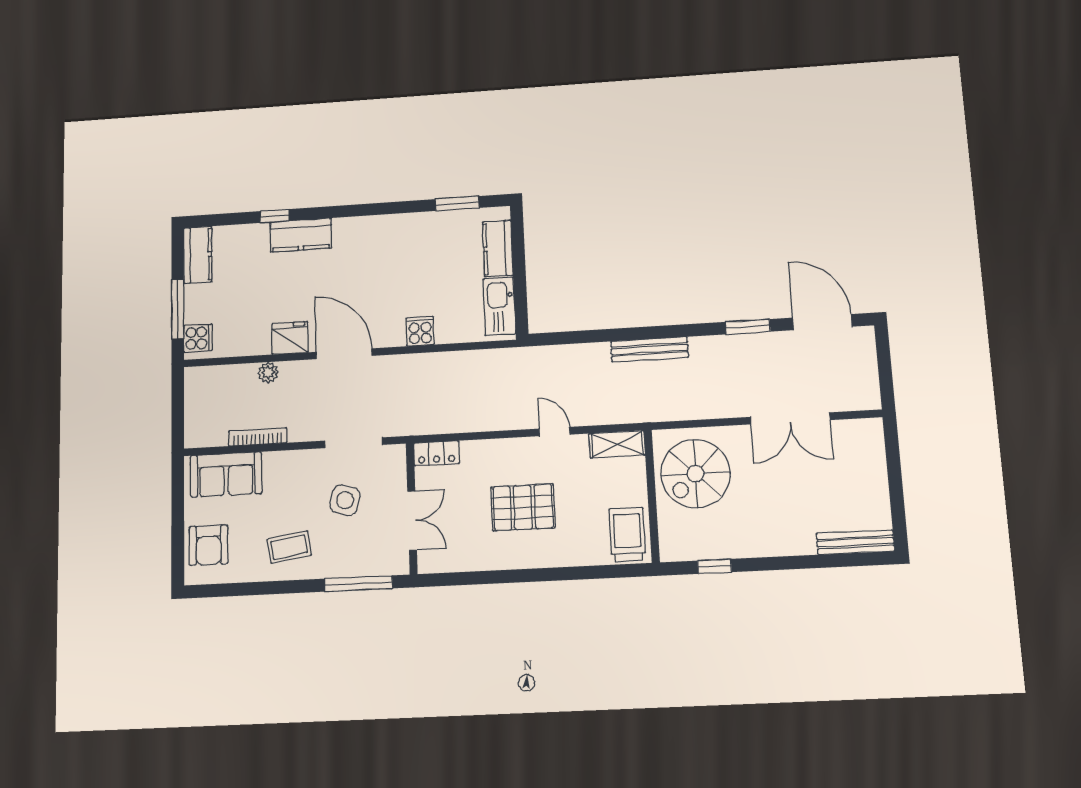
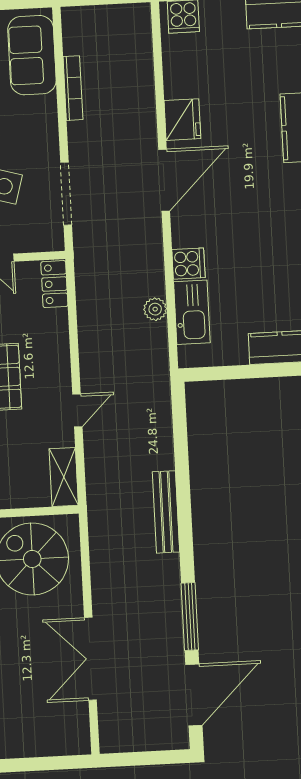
kitchen sink: (499, 306) -> (192, 312), moved, turned 90
window: (748, 327) -> (190, 617), width x1.44
plant: (268, 372) -> (155, 309), moved

